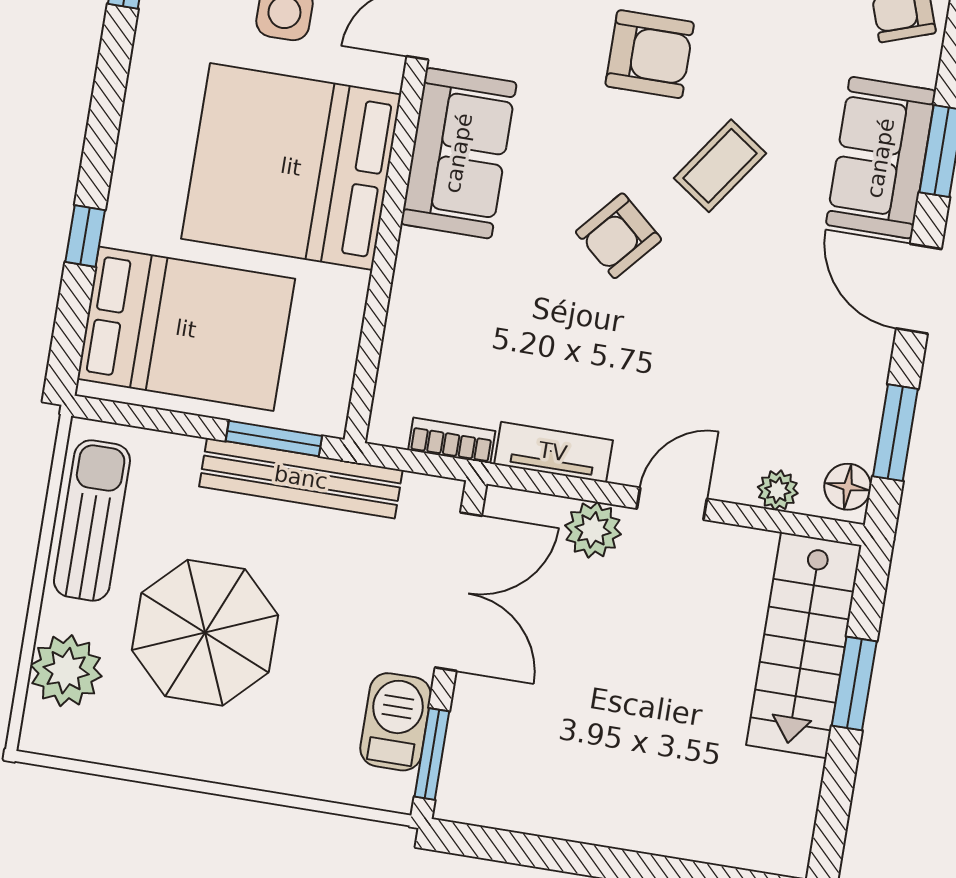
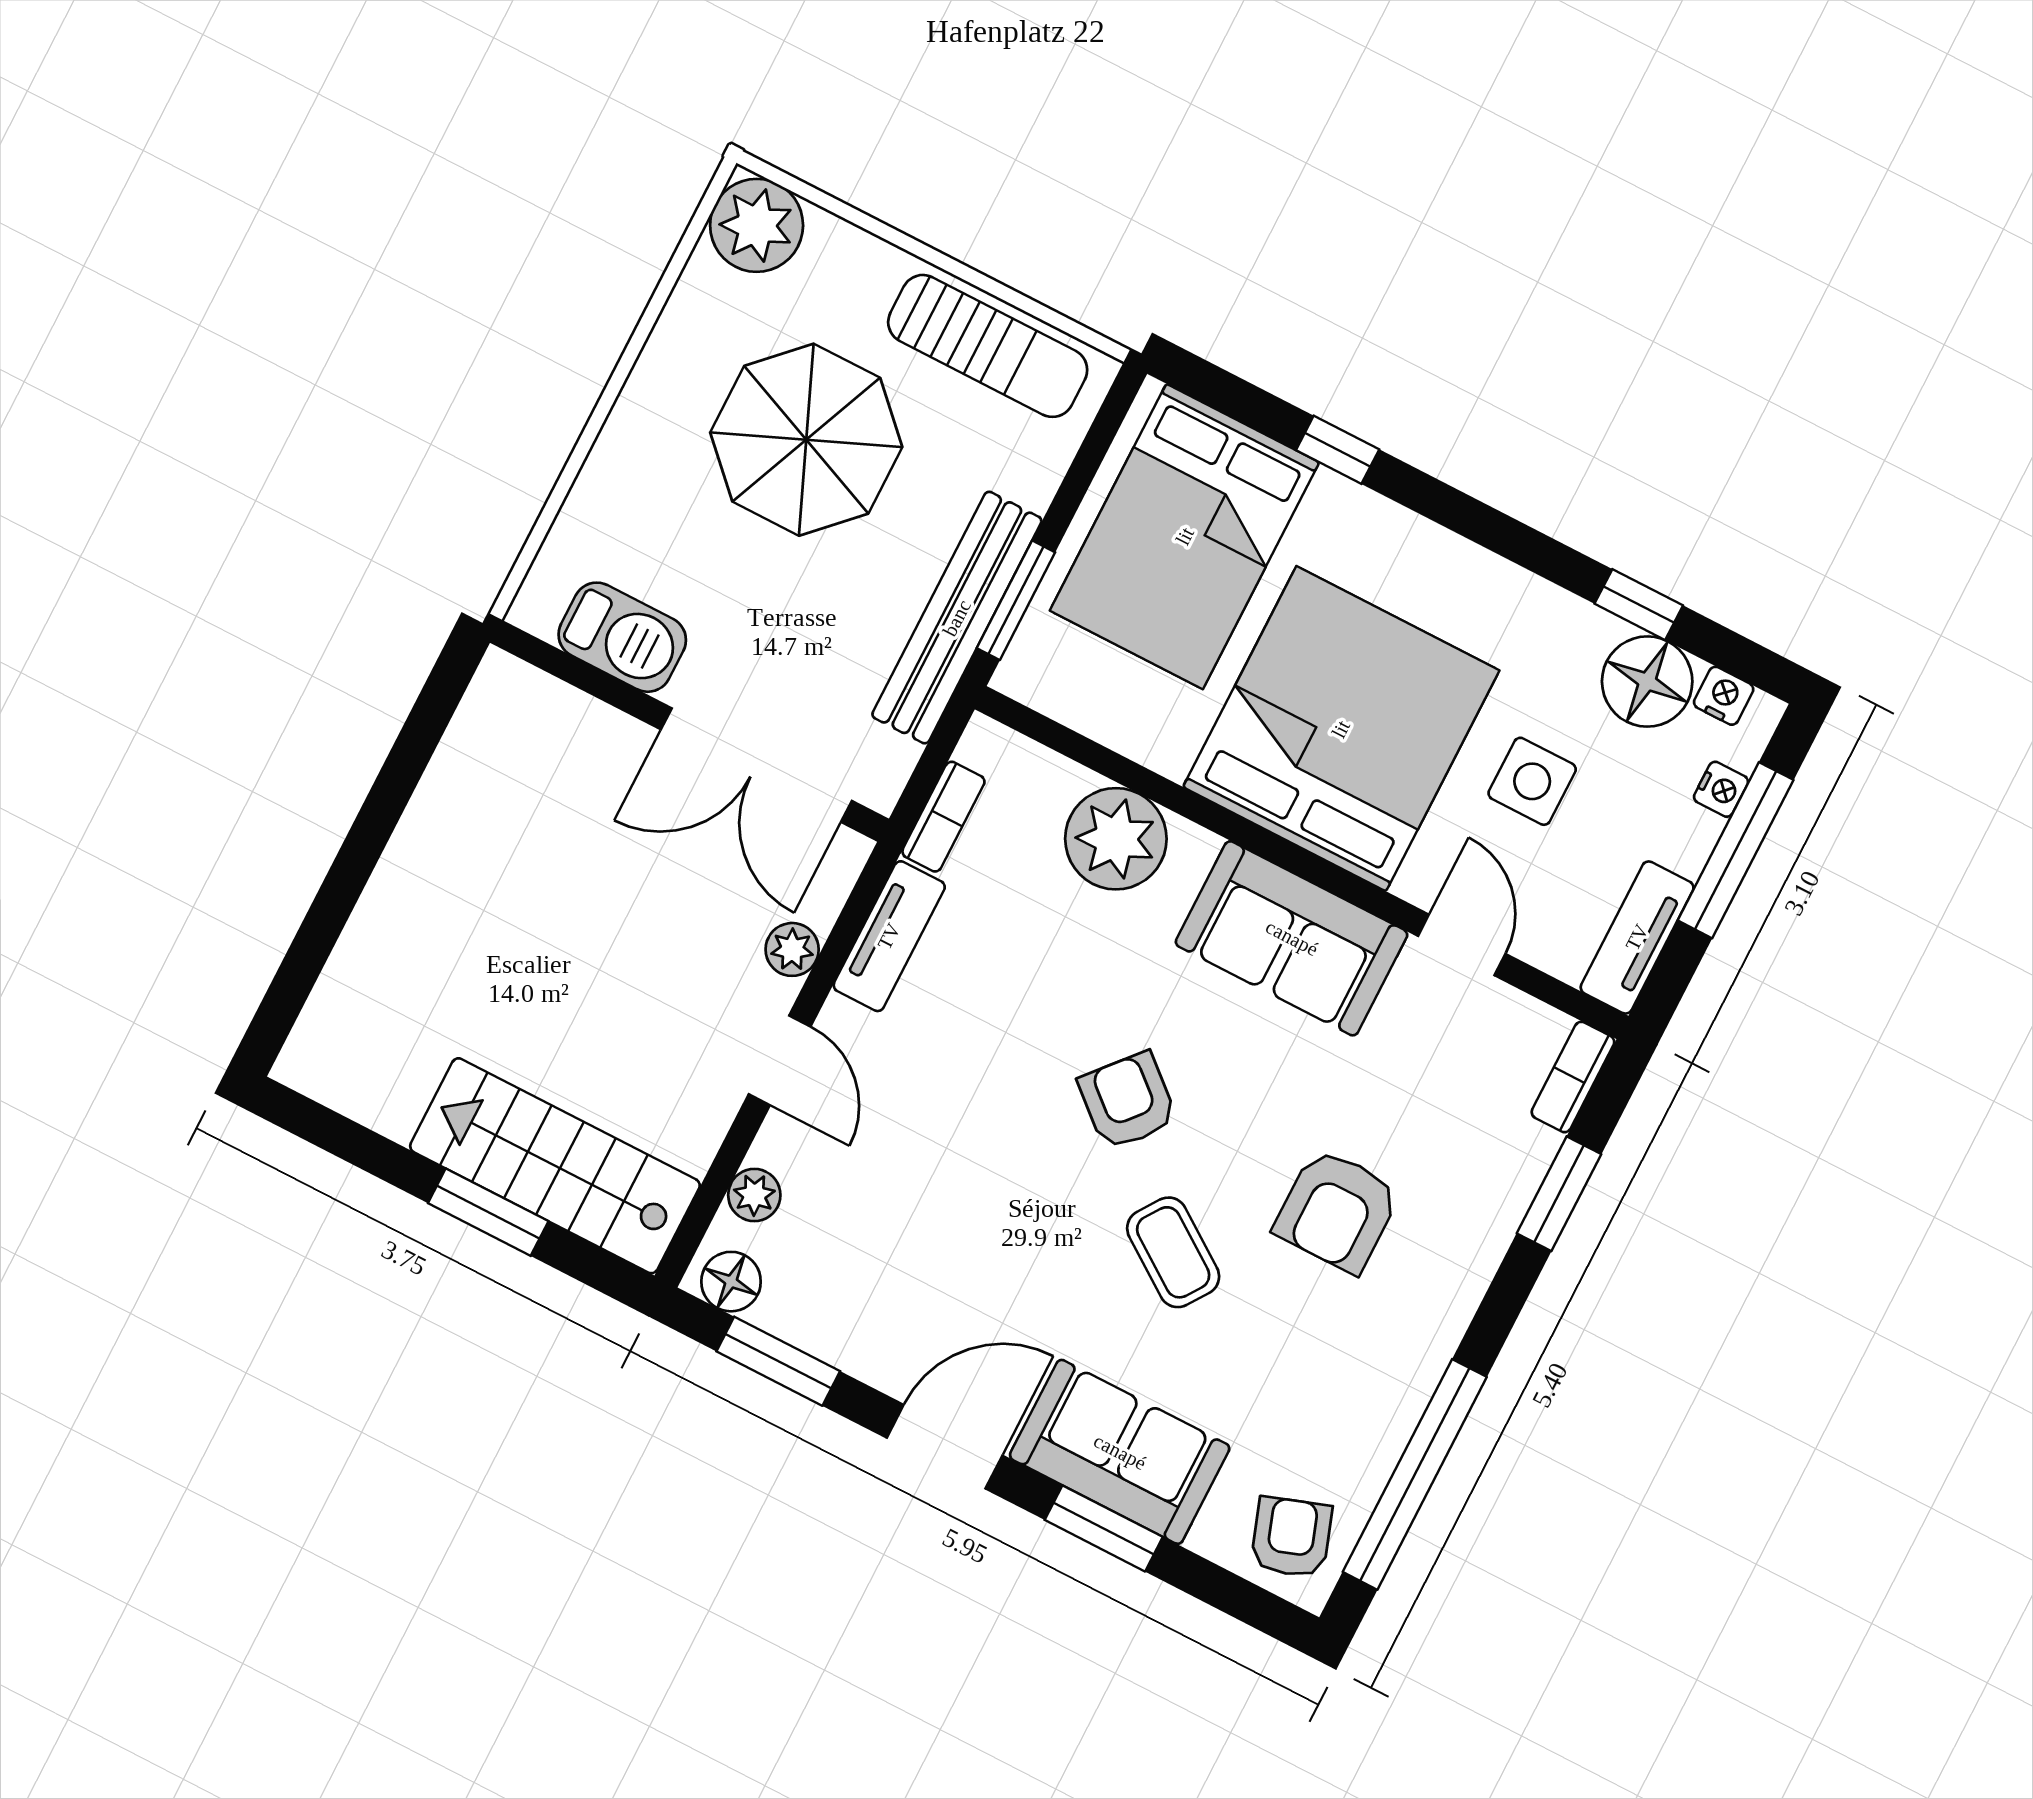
plant: (427, 307) -> (1116, 839), added
plant: (593, 530) -> (792, 949), width x0.73, depth x0.73
plant: (66, 671) -> (757, 225), moved
window: (432, 754) -> (569, 669), removed

